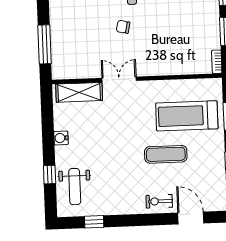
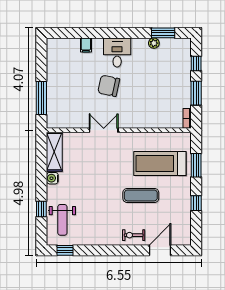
chair: (123, 27) -> (109, 86), width x1.87, depth x1.87
shelving: (79, 92) -> (54, 152), moved, turned 90
door: (191, 218) -> (160, 250), hinge flipped
window: (94, 222) -> (65, 250), moved

